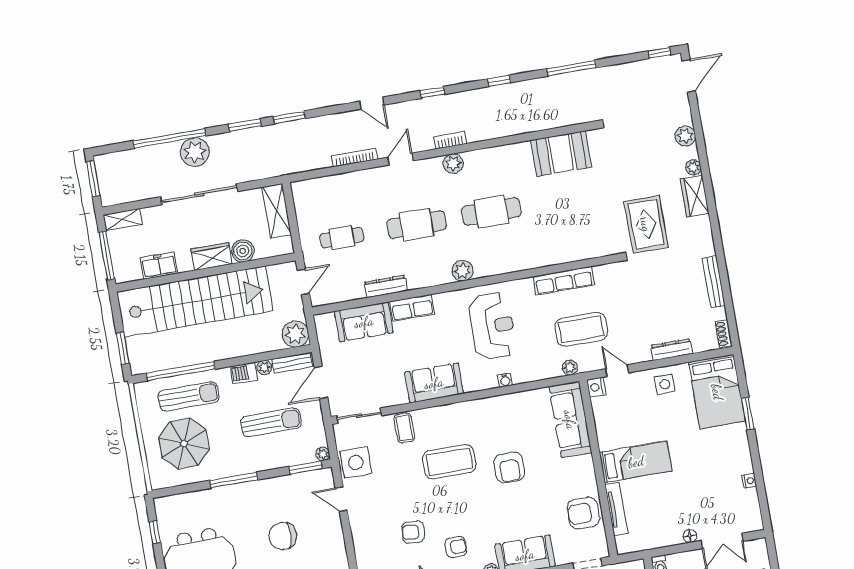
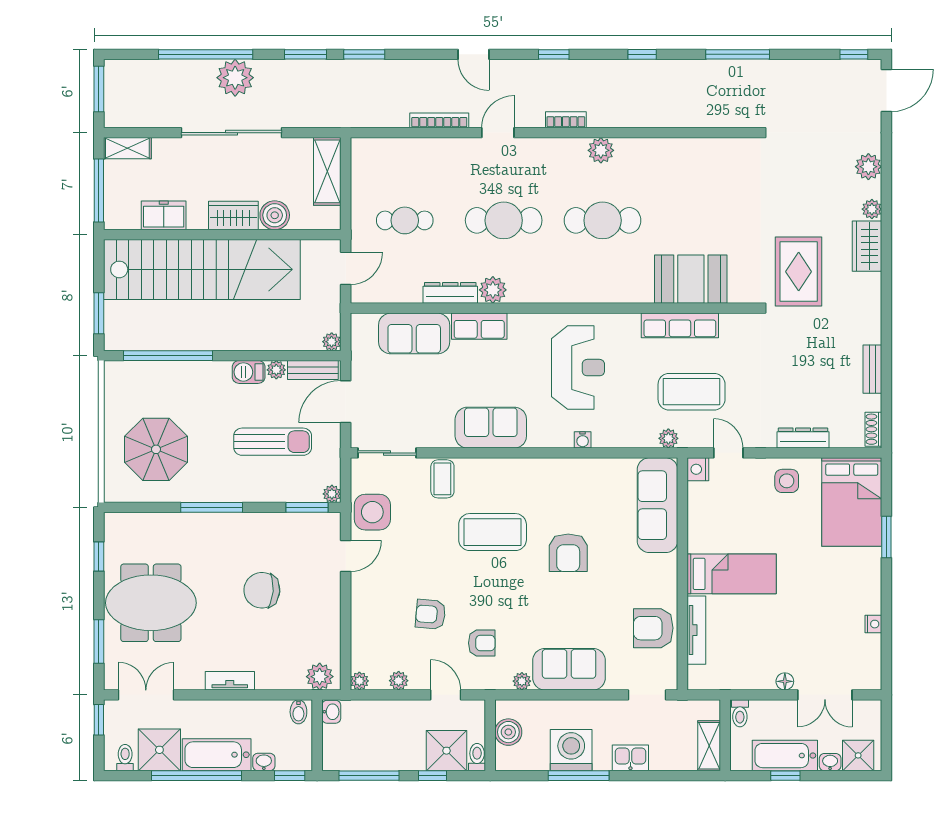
booth: (561, 154) -> (691, 279), moved
plant: (453, 164) -> (601, 150), moved
plant: (463, 271) -> (493, 290), moved
bench: (714, 282) -> (872, 369), width x0.73
plant: (295, 334) -> (332, 342), width x0.53, depth x0.53
sun lounger: (189, 396) -> (173, 390), removed
door: (341, 499) -> (346, 556), swing flipped

